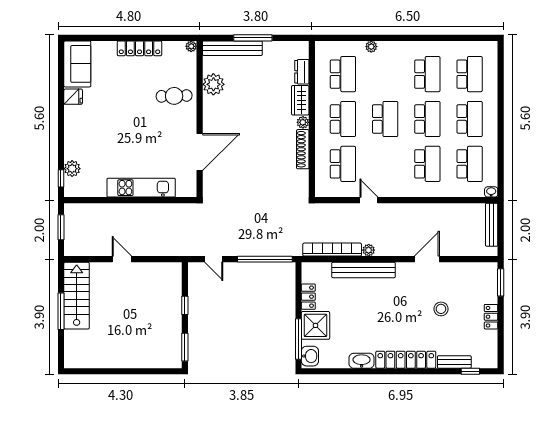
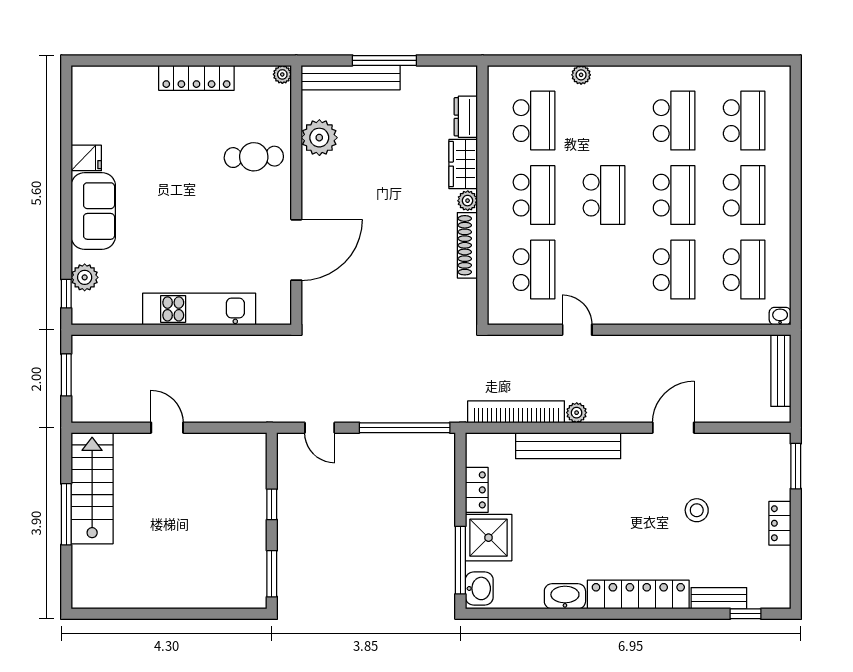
sofa: (77, 64) -> (93, 211), moved

